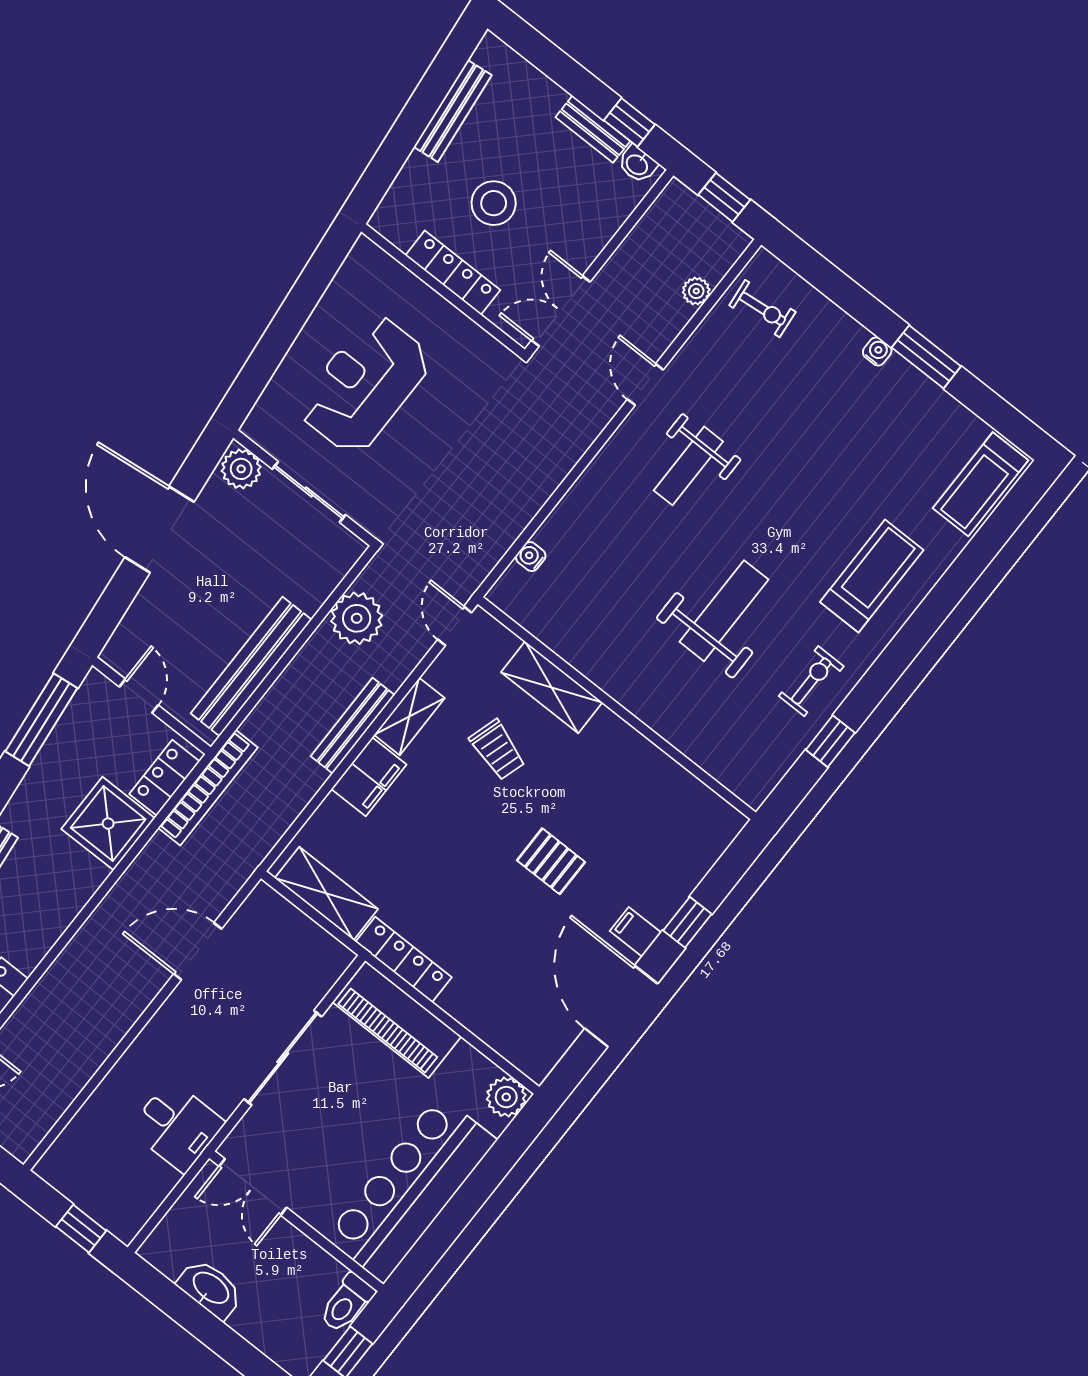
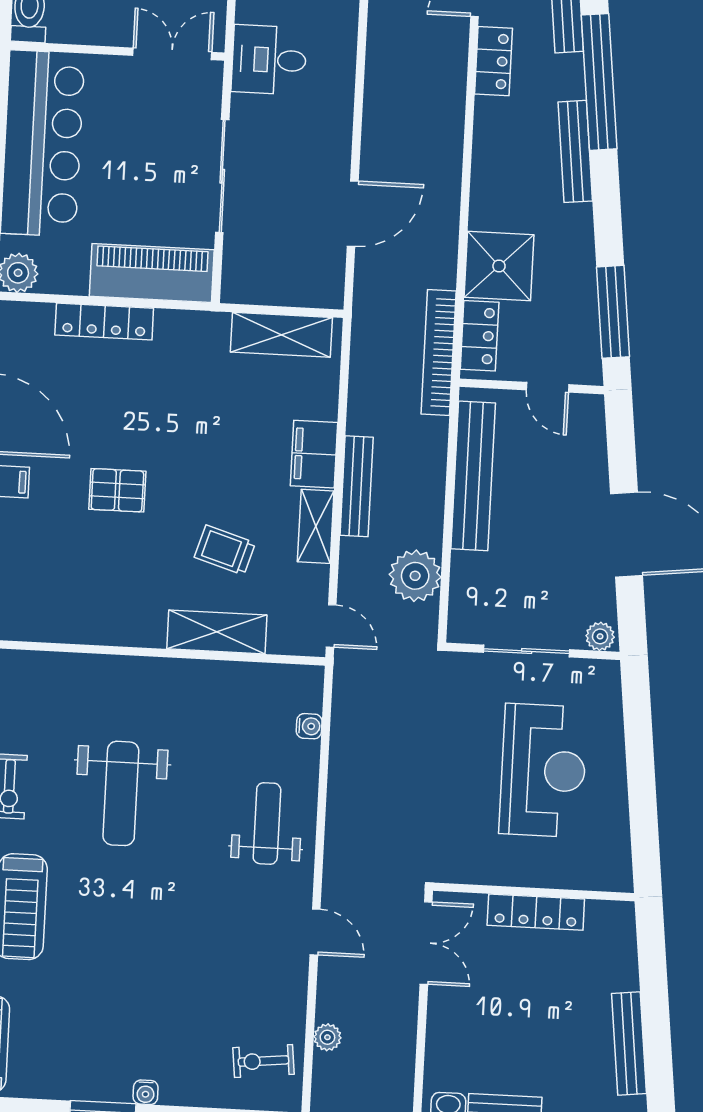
stool: (494, 203) -> (543, 992), removed
weight bench: (688, 466) -> (267, 823), moved
plant: (241, 469) -> (600, 636), width x0.73, depth x0.73
locker: (404, 960) -> (104, 322), moved

